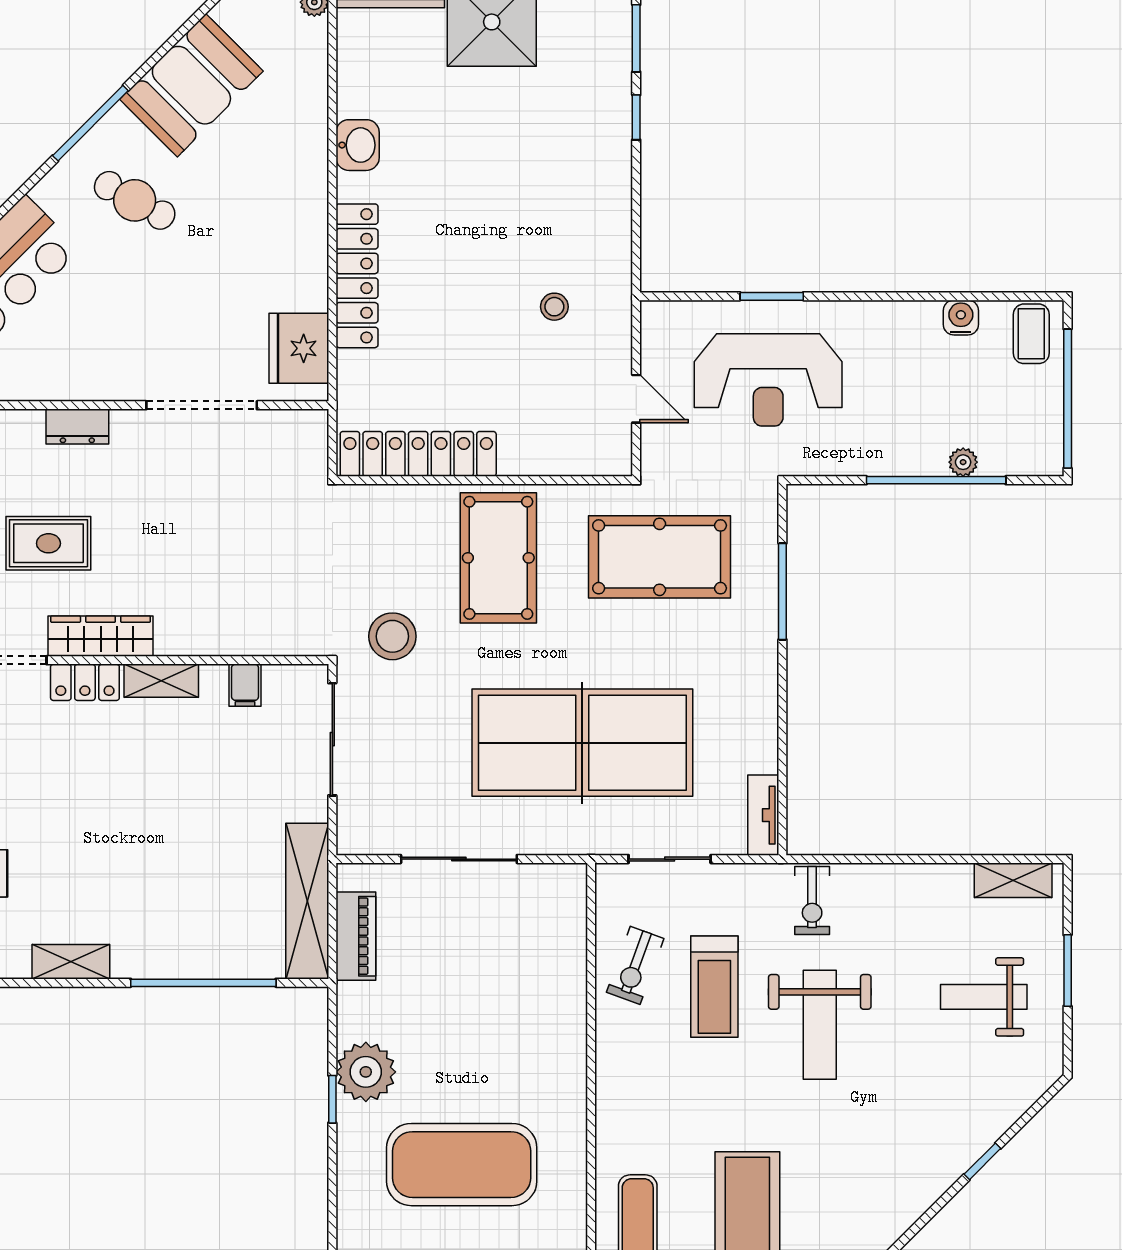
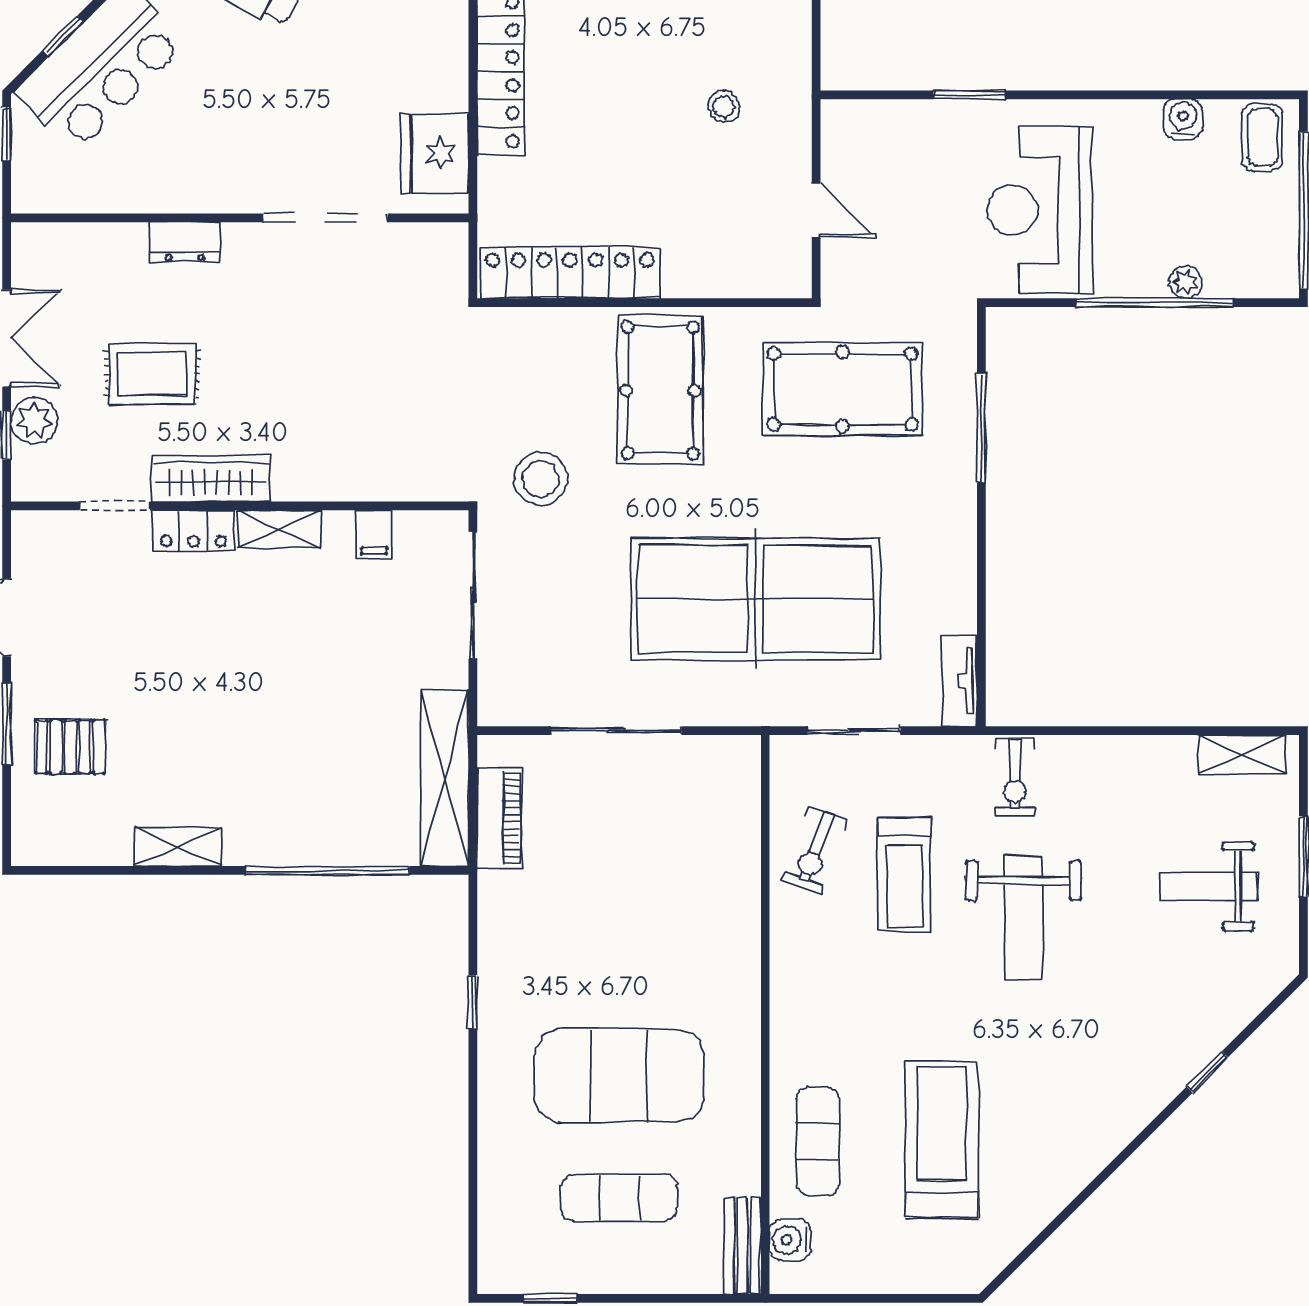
reception desk: (768, 380) -> (1040, 210), moved, turned 90
plant: (366, 1072) -> (511, 971), removed

